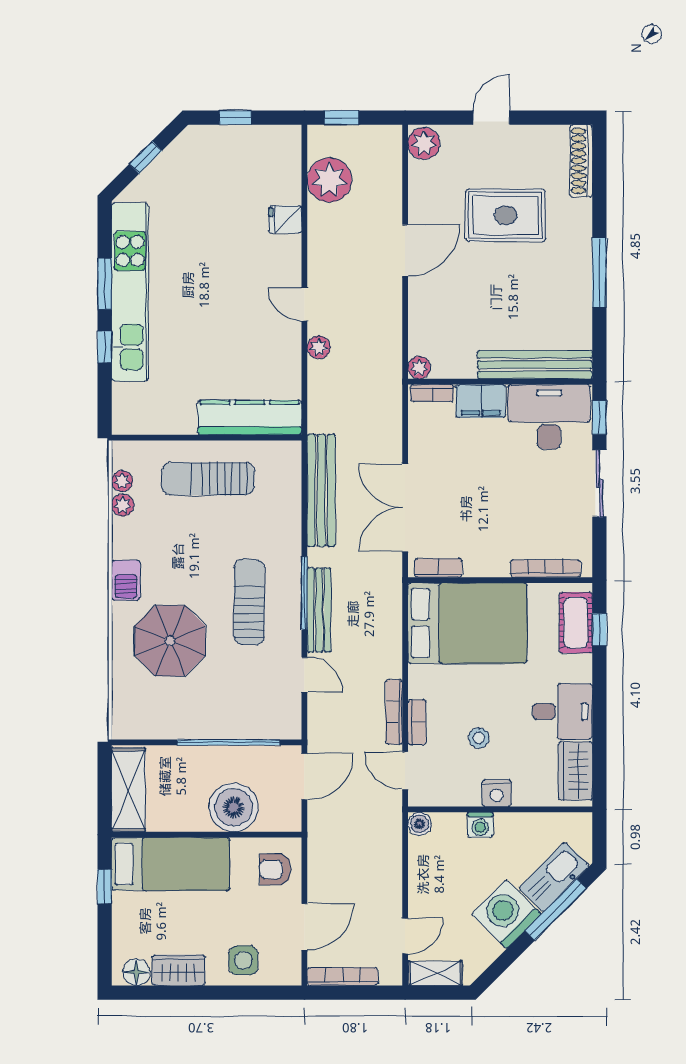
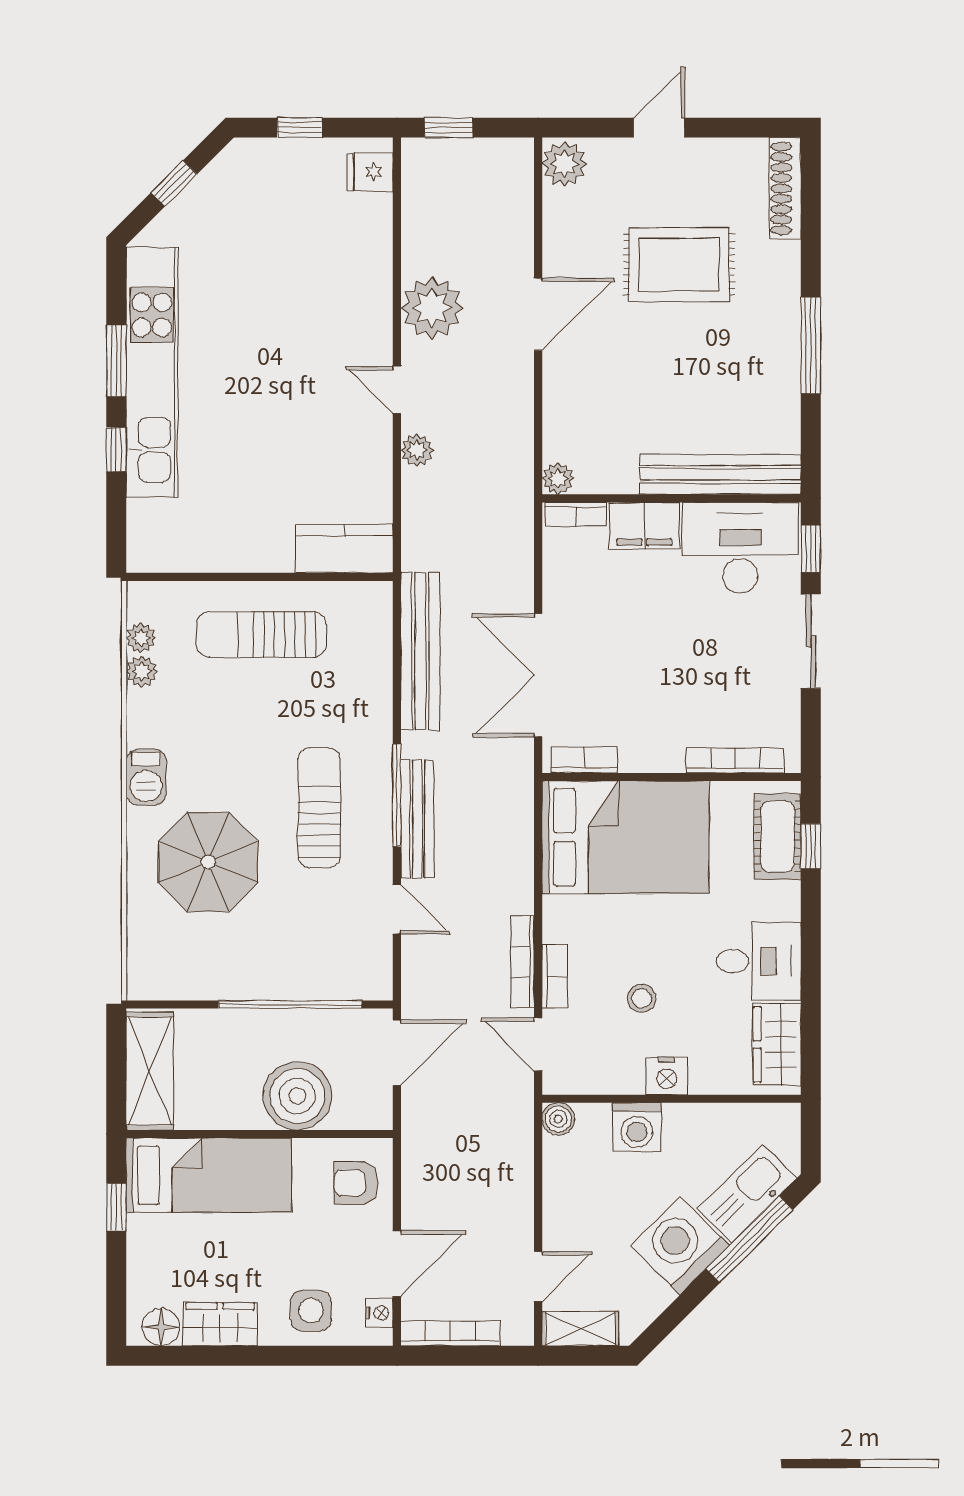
plant: (329, 180) -> (432, 308), moved
fridge: (285, 219) -> (370, 172), moved
kitchen counter: (250, 418) -> (344, 549), width x0.67
washing machine: (480, 825) -> (637, 1127), width x1.38, depth x1.38
nightstand: (292, 962) -> (379, 1313), added

